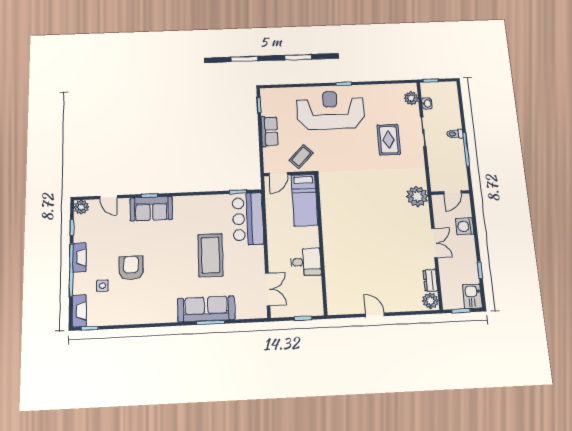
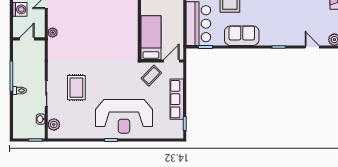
row of seats: (270, 131) -> (177, 99), width x1.48
plant: (417, 196) -> (53, 33), width x0.53, depth x0.53
sofa: (151, 209) -> (242, 36), moved

